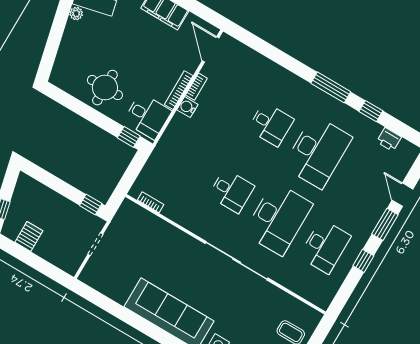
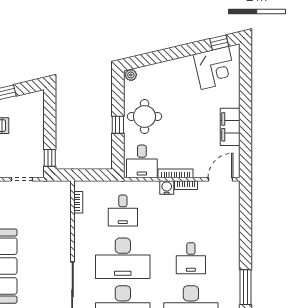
plant: (76, 14) -> (131, 75), moved
window: (129, 137) -> (118, 125), moved
desk: (185, 163) -> (123, 211), added
desk: (231, 191) -> (123, 258), width x1.87, depth x1.30

